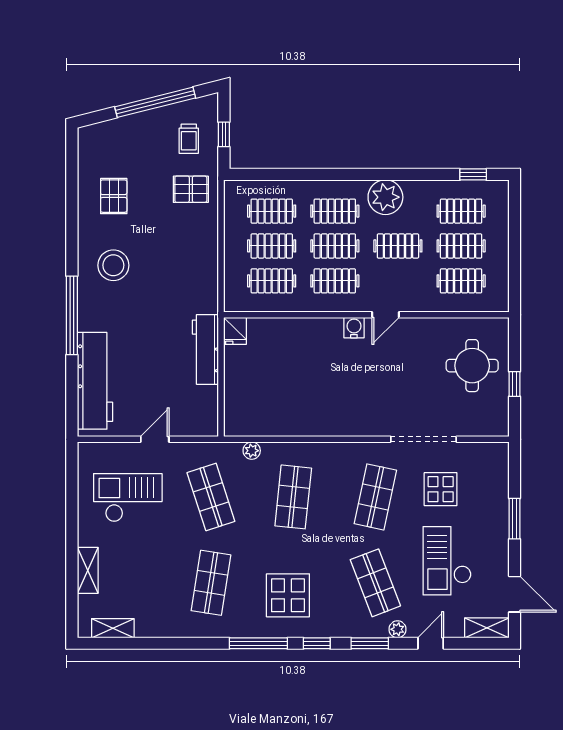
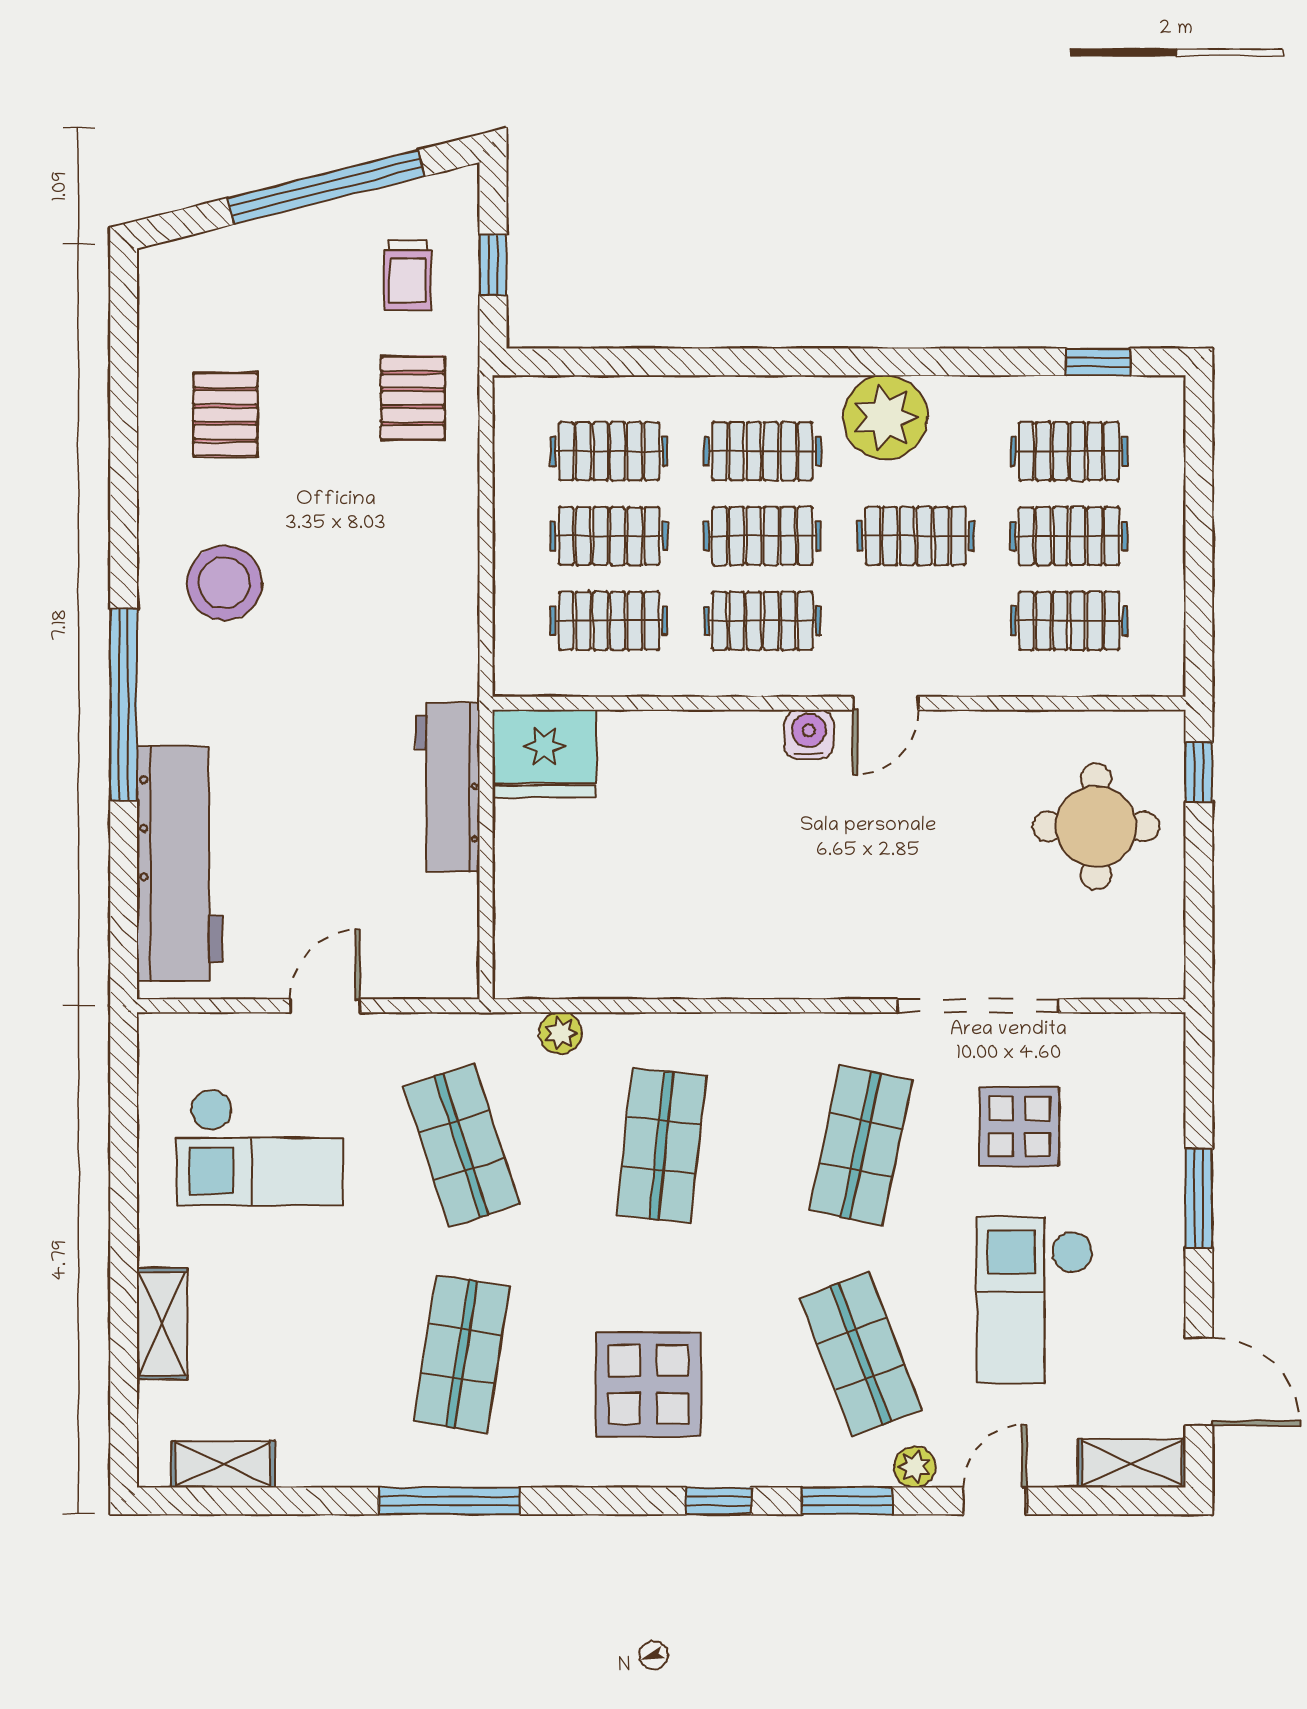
pallet: (191, 189) -> (413, 398), turned 90
fridge: (235, 331) -> (544, 753), width x1.88, depth x1.34
window: (515, 384) -> (1199, 772), moved
checkout: (128, 498) -> (260, 1147), turned 180
window: (258, 643) -> (449, 1501), moved

